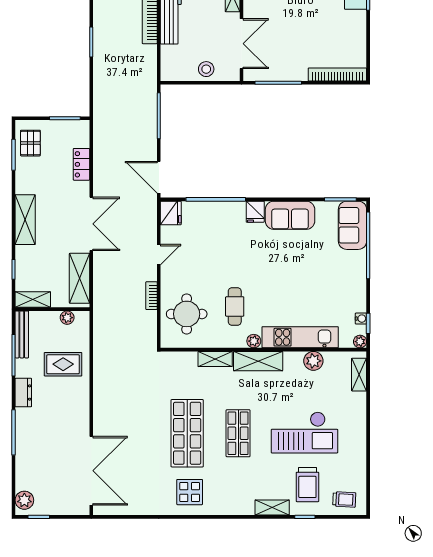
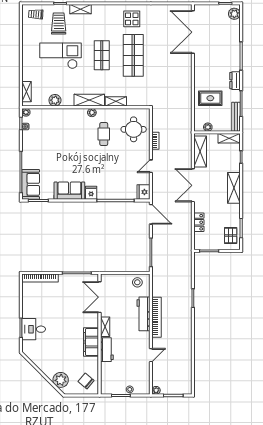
stool: (206, 69) -> (137, 282), moved
kitchen unit: (300, 337) -> (63, 115), removed

